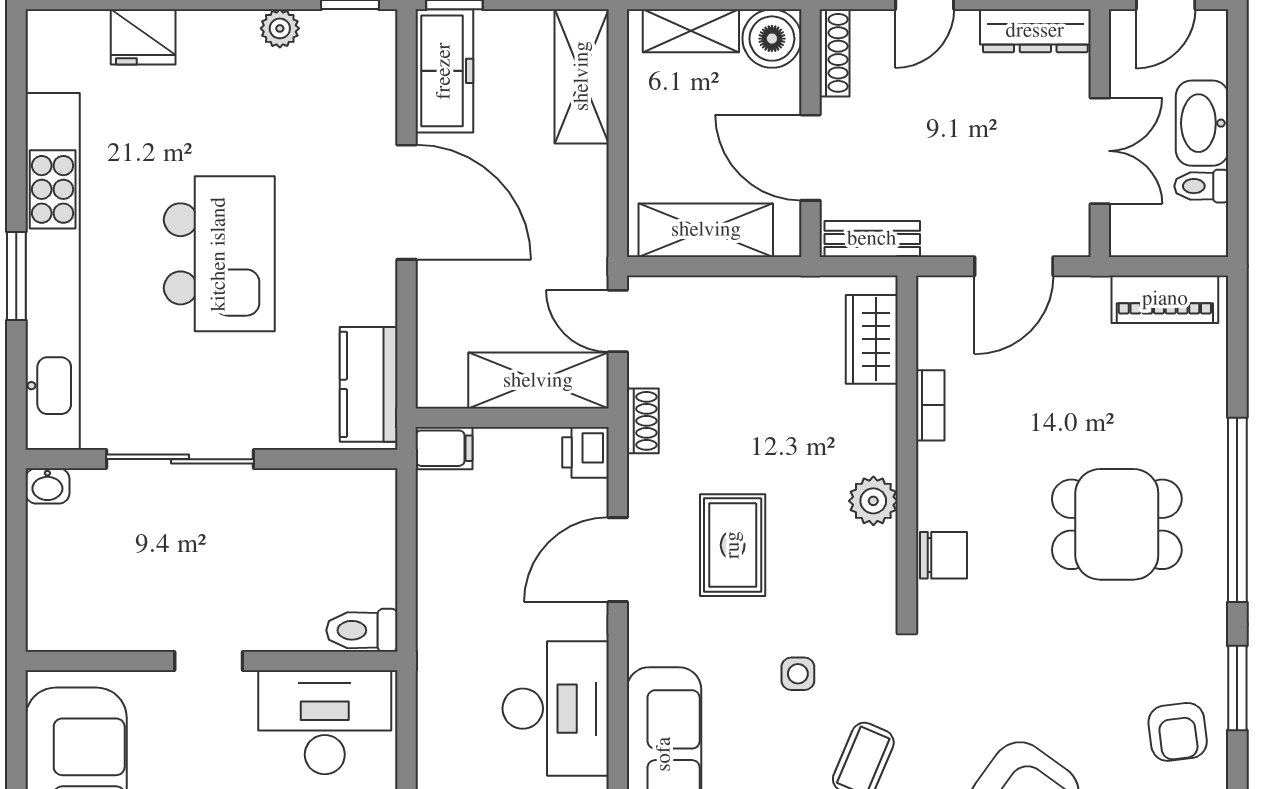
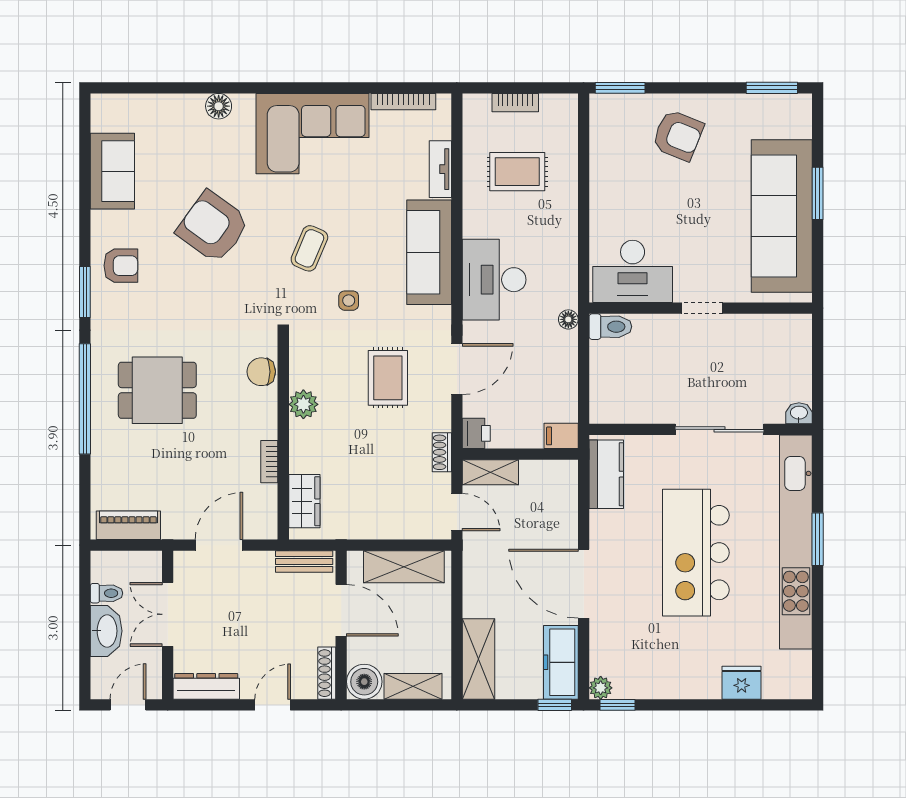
plant: (280, 28) -> (601, 688), moved
kitchen island: (219, 254) -> (696, 553), width x1.37
shelving: (538, 381) -> (490, 472), width x0.67, depth x0.75
floor lamp: (432, 642) -> (568, 319), added
armchair: (1178, 732) -> (121, 266), turned 97

